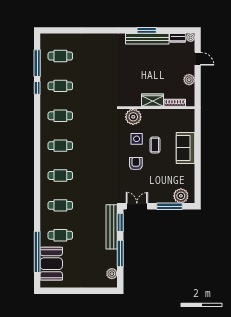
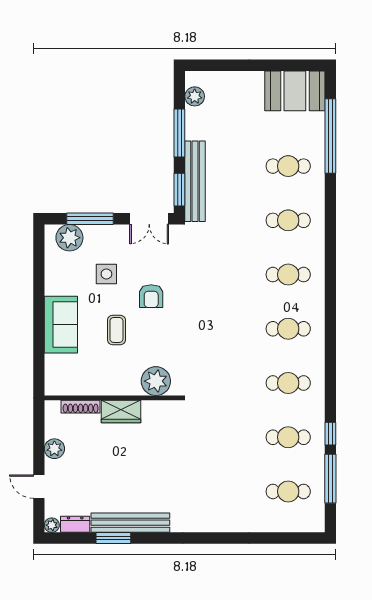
window: (147, 30) -> (113, 538), moved
side table: (137, 139) -> (106, 274), moved
booth: (51, 264) -> (295, 91), moved, turned 90

